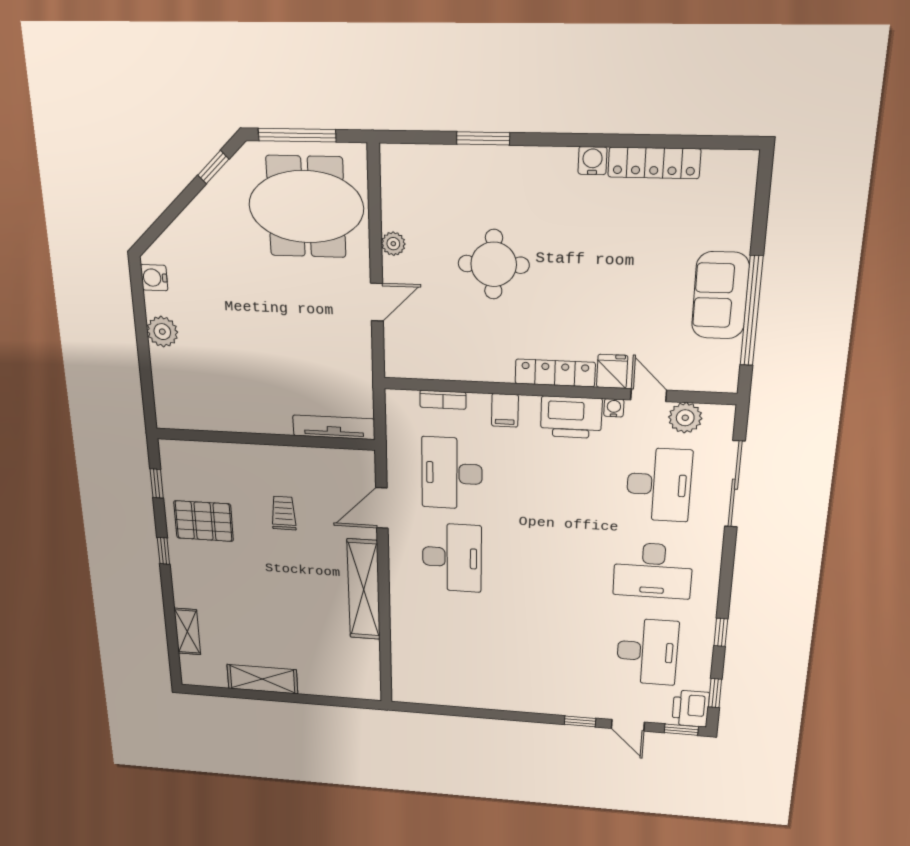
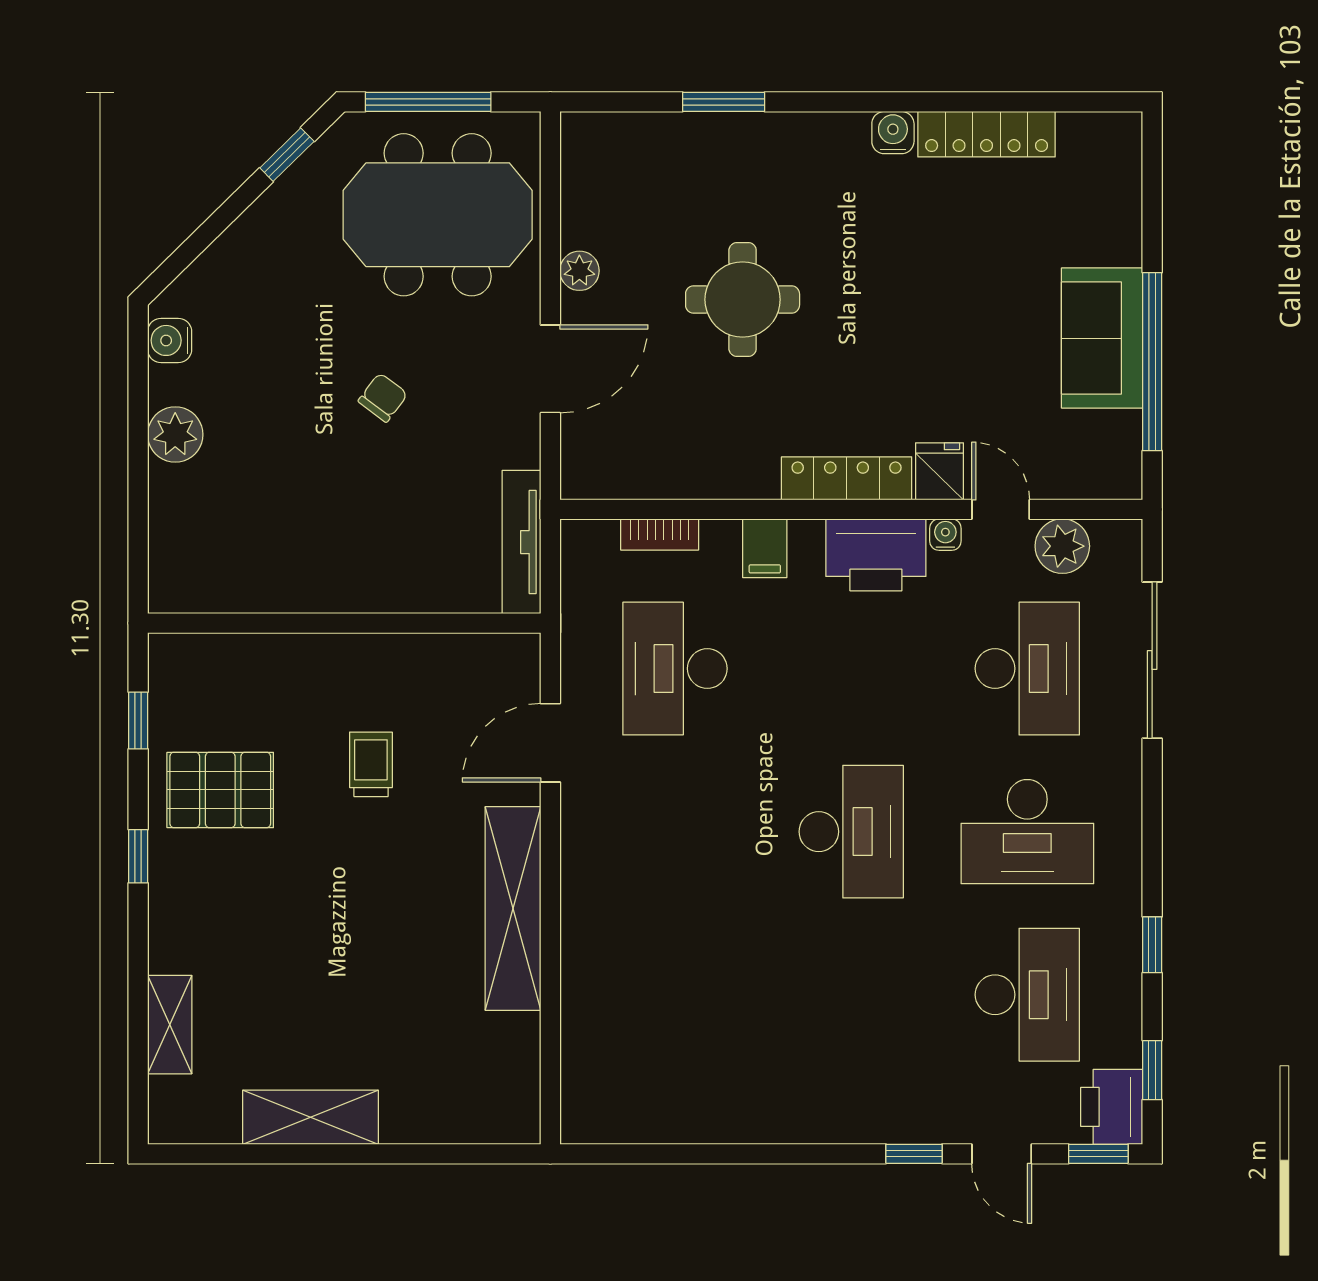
door: (377, 302) -> (550, 369), width x1.38
chair: (279, 315) -> (383, 398), added
tv unit: (334, 427) -> (521, 542), moved, turned -90
desk: (452, 558) -> (851, 832), moved

